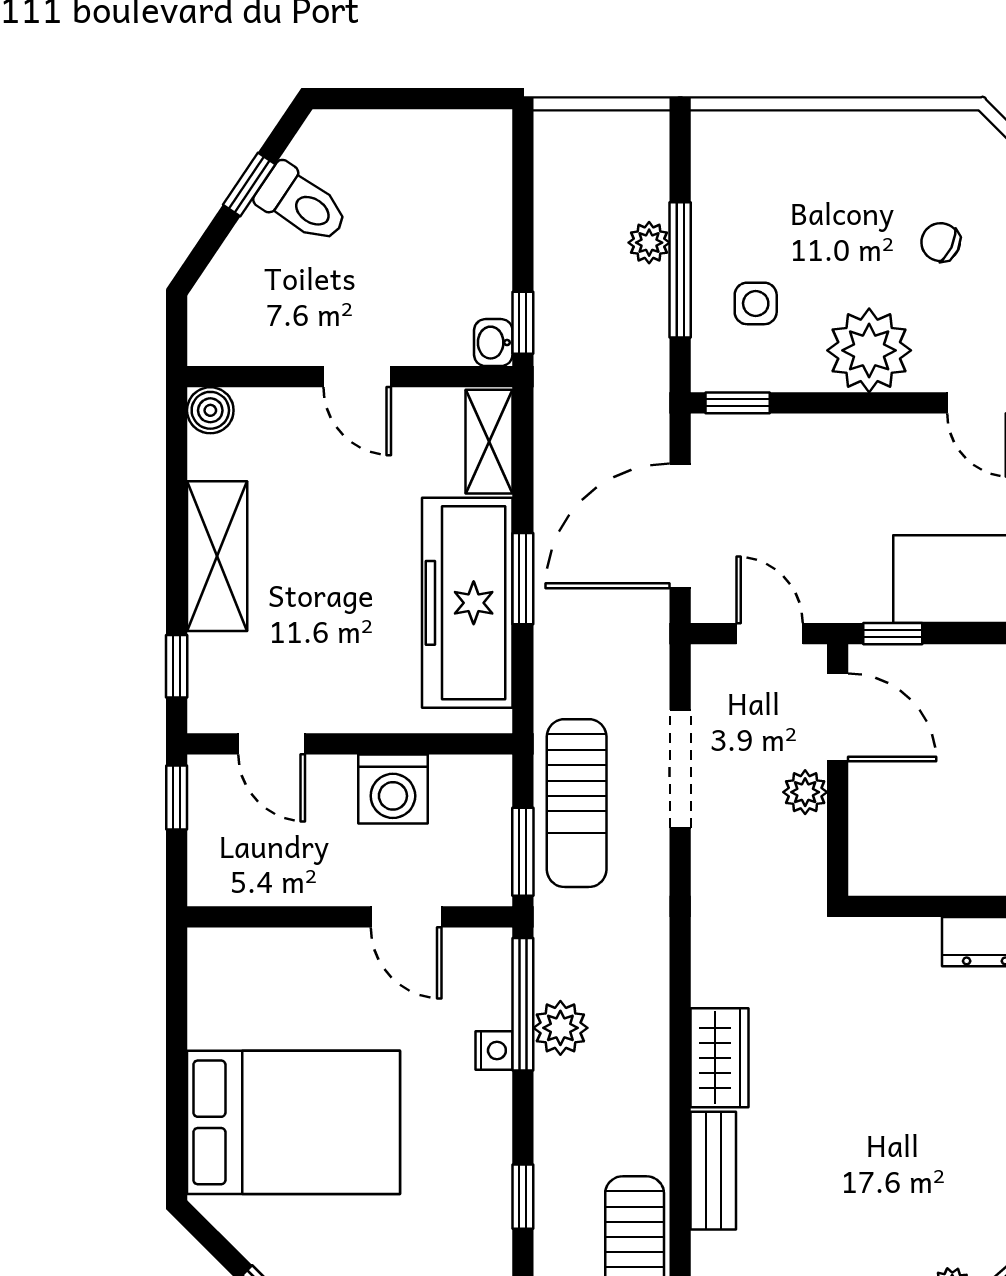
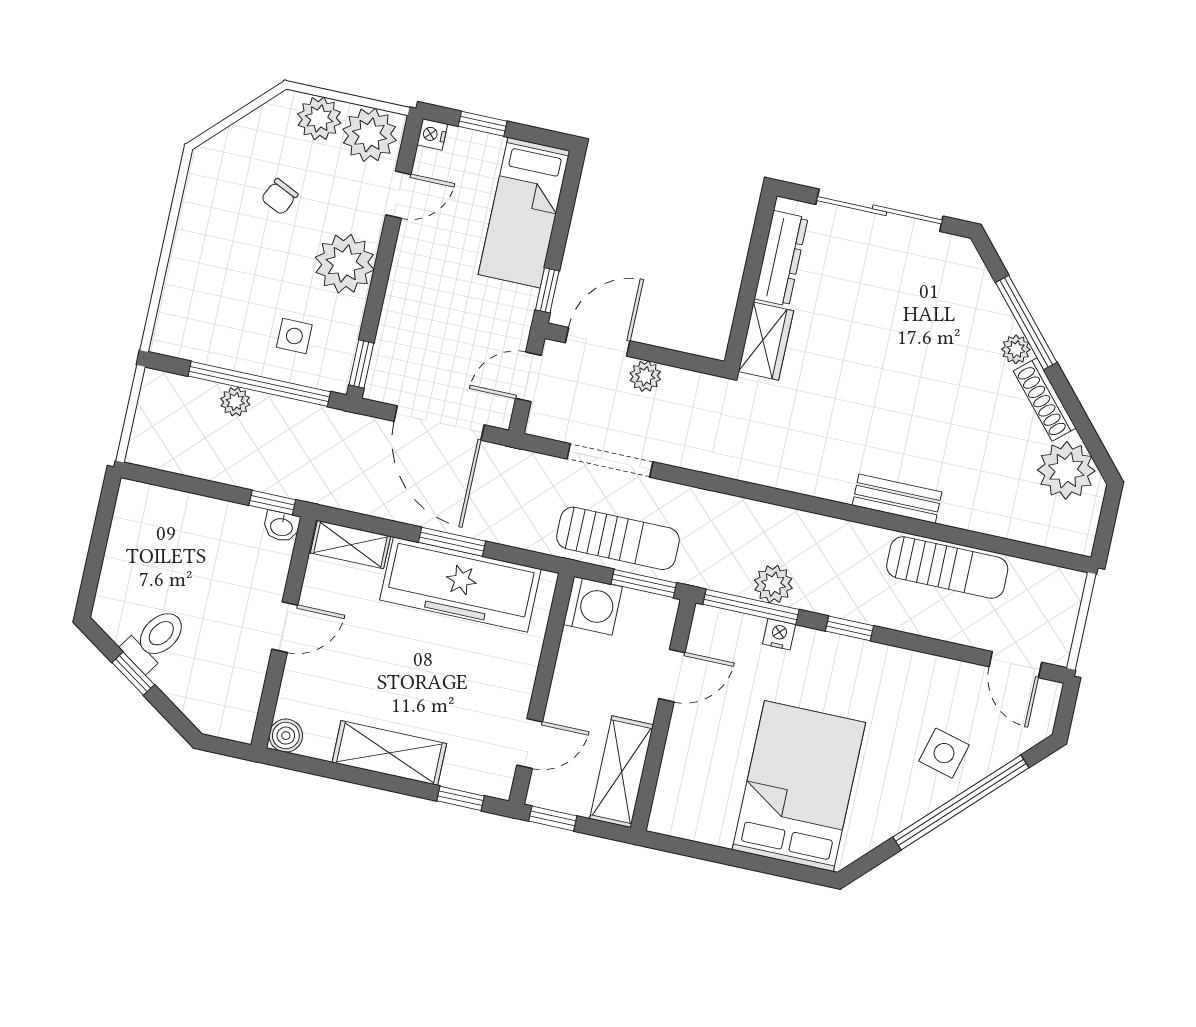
window: (680, 270) -> (259, 384), width x1.46
washing machine: (393, 789) -> (593, 606), moved
shelving: (261, 877) -> (621, 772), added
wardrobe: (719, 1058) -> (766, 341), moved, turned 90
window: (523, 1197) -> (850, 628), moved

